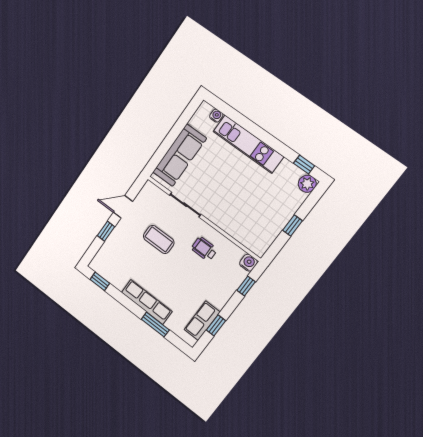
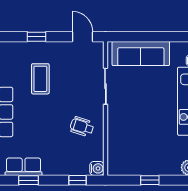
door: (123, 207) -> (82, 37), moved
coffee table: (159, 239) -> (40, 79), moved
wheelchair: (204, 249) -> (82, 127), turned -72

